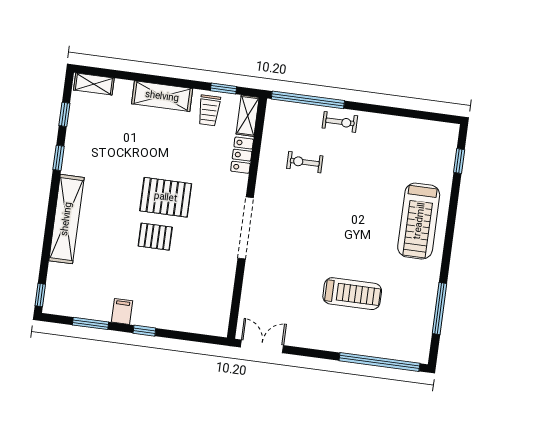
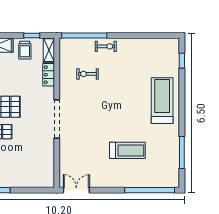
treadmill: (419, 221) -> (162, 101), turned 180

